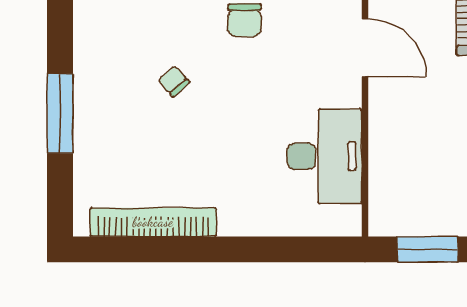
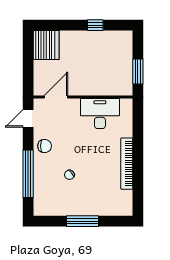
bookcase: (153, 222) -> (127, 164), moved

